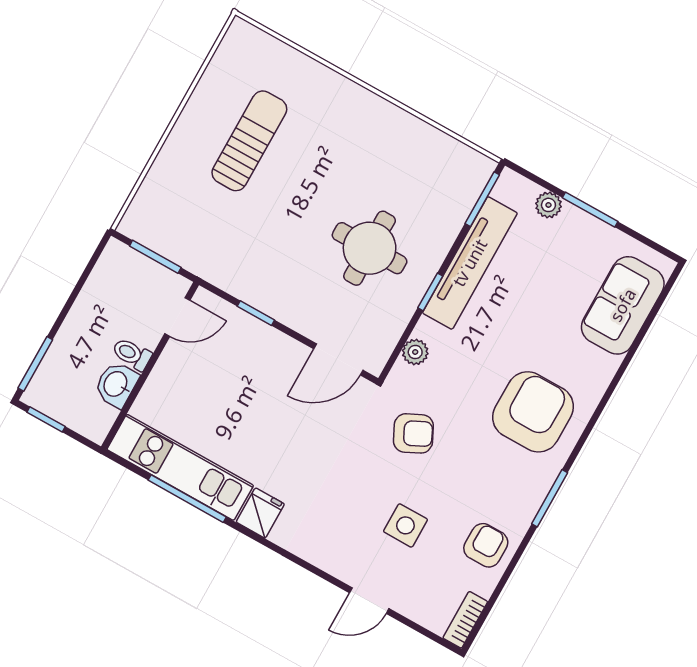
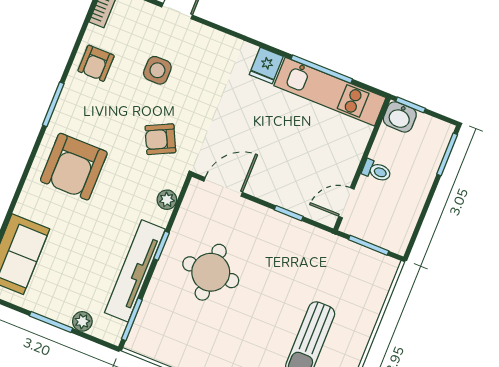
washbasin: (116, 384) -> (400, 117), moved, turned 90
window: (46, 419) -> (411, 105), moved

